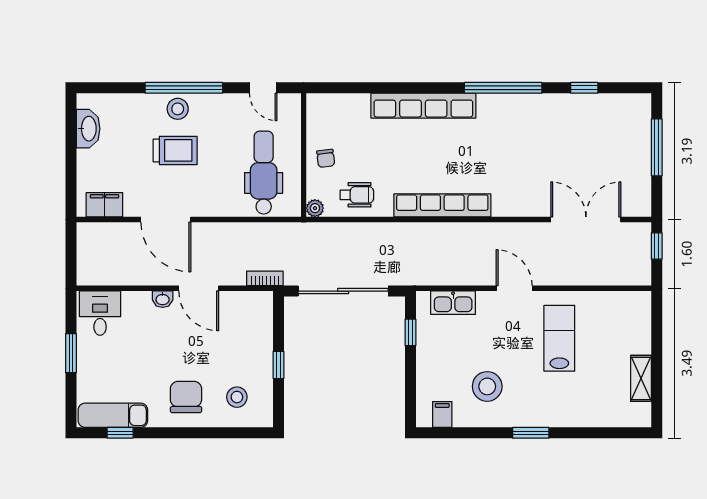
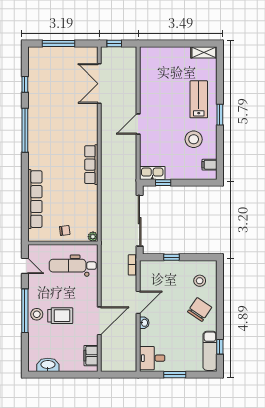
door: (263, 88) -> (25, 266), hinge flipped
row of seats: (423, 106) -> (35, 199), moved
trolley: (175, 150) -> (60, 316), turned 90
wheelchair: (357, 195) -> (85, 213), removed
row of seats: (442, 205) -> (91, 165), width x0.73
kitchen sink: (453, 303) -> (152, 173), moved, turned -90
lab bench: (559, 338) -> (199, 99), moved, turned 90
window: (278, 365) -> (171, 257), moved
shelving: (641, 378) -> (204, 52), moved
chair: (186, 397) -> (200, 310), turned 124

